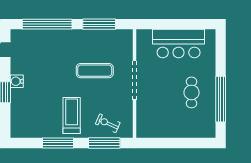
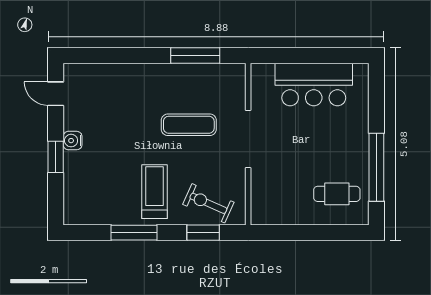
window: (47, 24) -> (118, 56), removed
cafe table: (192, 92) -> (337, 194), moved, turned 90
exercise bike: (108, 123) -> (208, 203), width x1.38, depth x1.39
window: (104, 143) -> (203, 233), width x0.69

